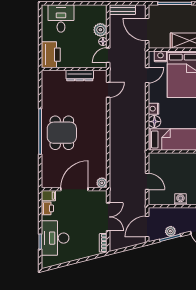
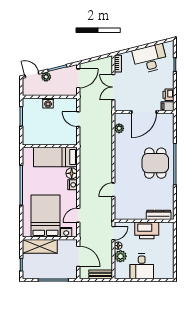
desk: (61, 18) -> (142, 266), moved
printer: (51, 55) -> (147, 230), moved, turned -90
dresser: (80, 76) -> (159, 215), moved
door: (108, 90) -> (113, 190), moved
plant: (102, 183) -> (119, 128), moved
plant: (170, 231) -> (46, 77), moved
desk: (55, 238) -> (150, 59), moved, turned -104

